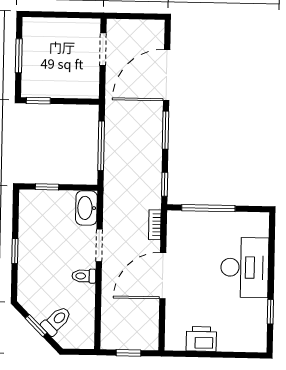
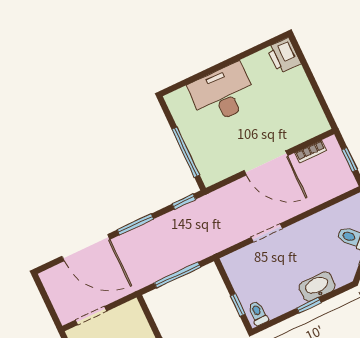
washbasin: (86, 208) -> (317, 287), moved, turned 180
bookcase: (155, 225) -> (311, 152), moved
toilet: (84, 276) -> (258, 313), moved, turned 180
window: (270, 312) -> (251, 51), removed
printer: (201, 339) -> (284, 56), moved

